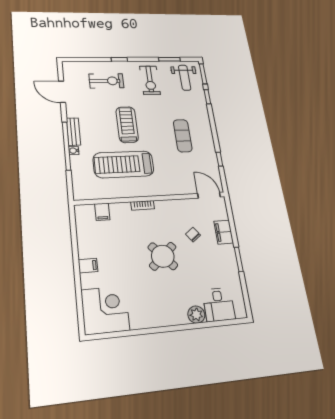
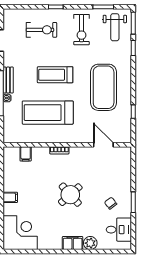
treadmill: (127, 125) -> (55, 75), turned -90
exercise mat: (183, 136) -> (104, 87), width x2.00, depth x1.45
door: (209, 195) -> (103, 145), moved
filing cabinet: (224, 232) -> (73, 243), moved, turned 90
chair: (193, 235) -> (111, 203), moved
desk: (219, 305) -> (119, 230), moved, turned -90

